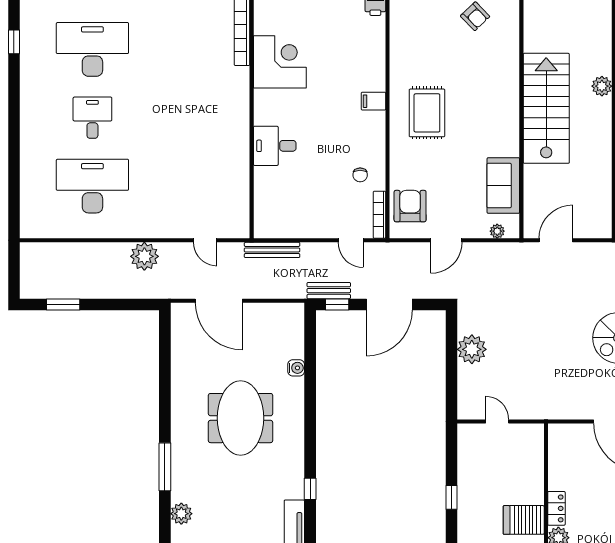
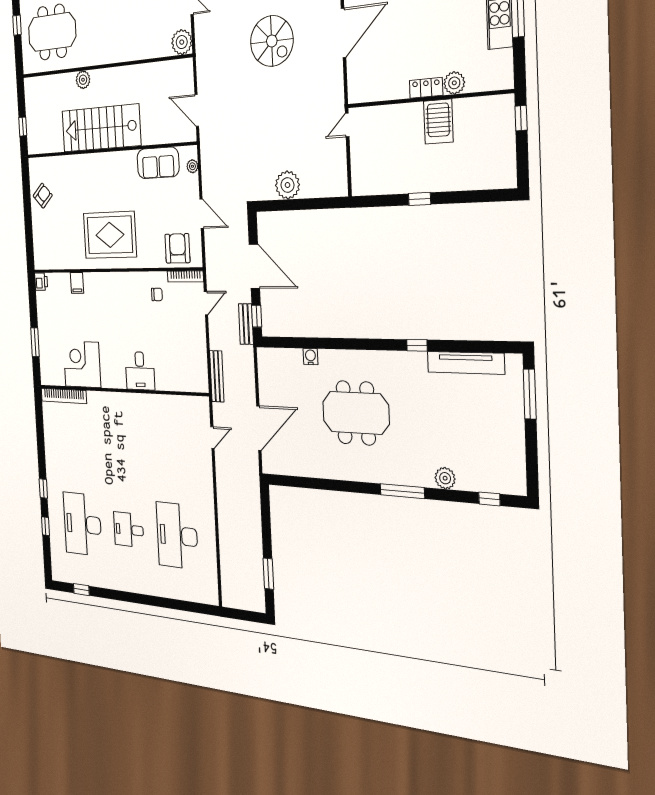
filing cabinet: (373, 101) -> (77, 283), moved
rug: (427, 113) -> (110, 235), width x1.37, depth x1.44
armchair: (410, 206) -> (177, 248), turned 90
plant: (144, 256) -> (227, 494), removed
door: (497, 421) -> (347, 125), moved

